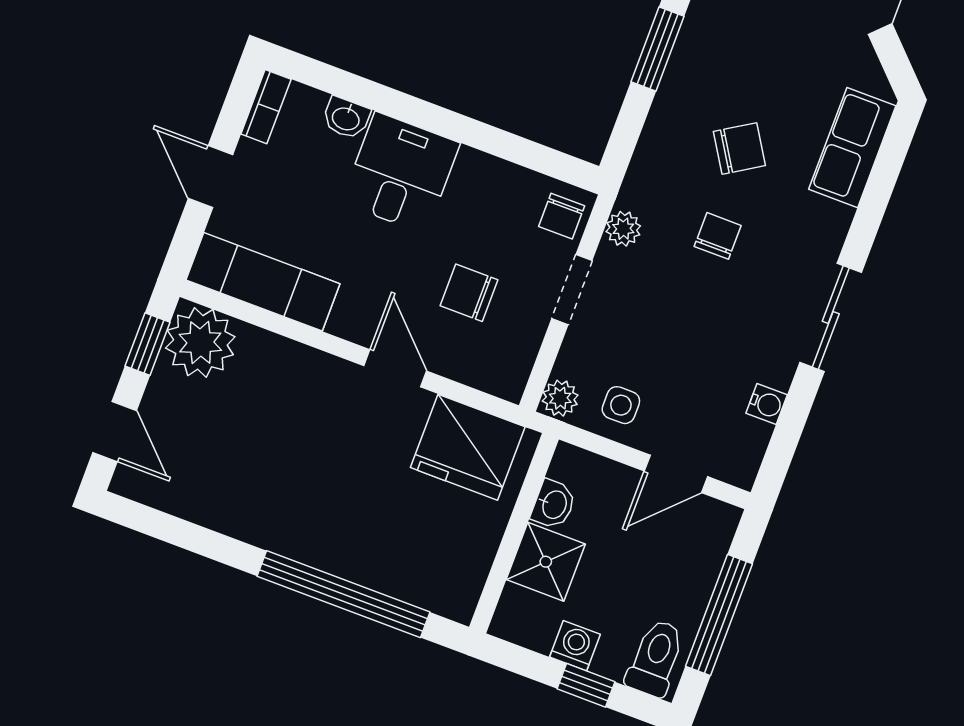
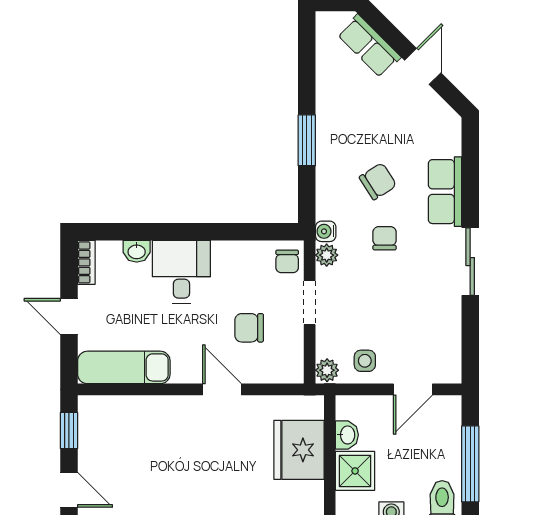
row of seats: (852, 148) -> (445, 192), moved
plant: (200, 342) -> (100, 418), removed
water cooler: (767, 404) -> (326, 231), moved, turned 180
fridge: (468, 447) -> (299, 450), moved, turned 90

